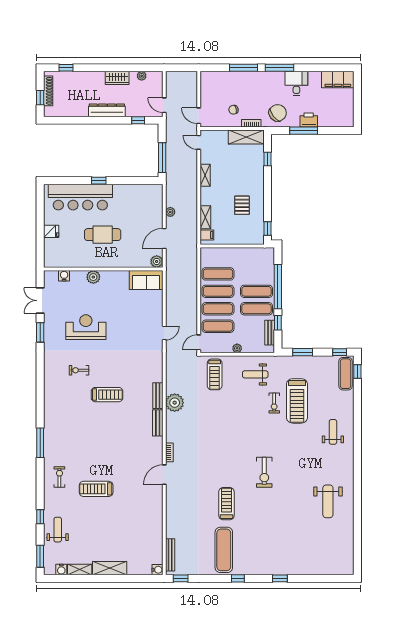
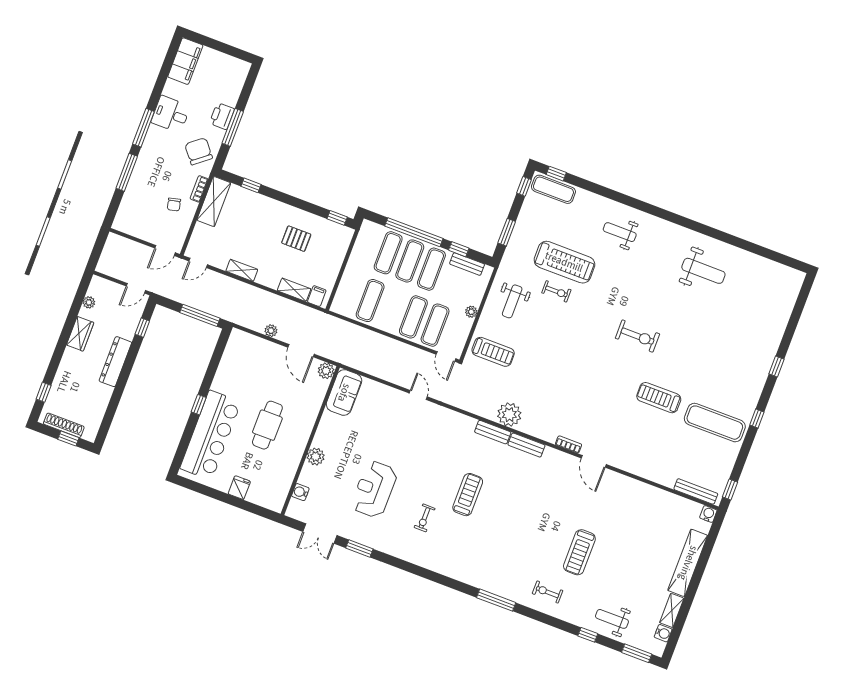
exercise mat: (218, 291) -> (388, 253), moved
shelving: (110, 568) -> (688, 563), width x1.47

